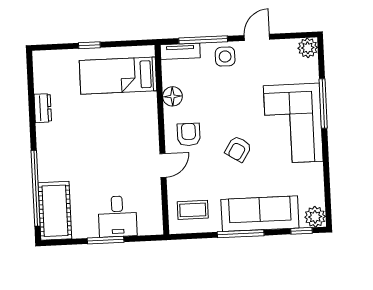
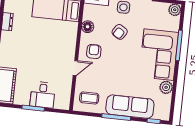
armchair: (238, 149) -> (120, 32), moved
plant: (315, 217) -> (166, 87), moved

